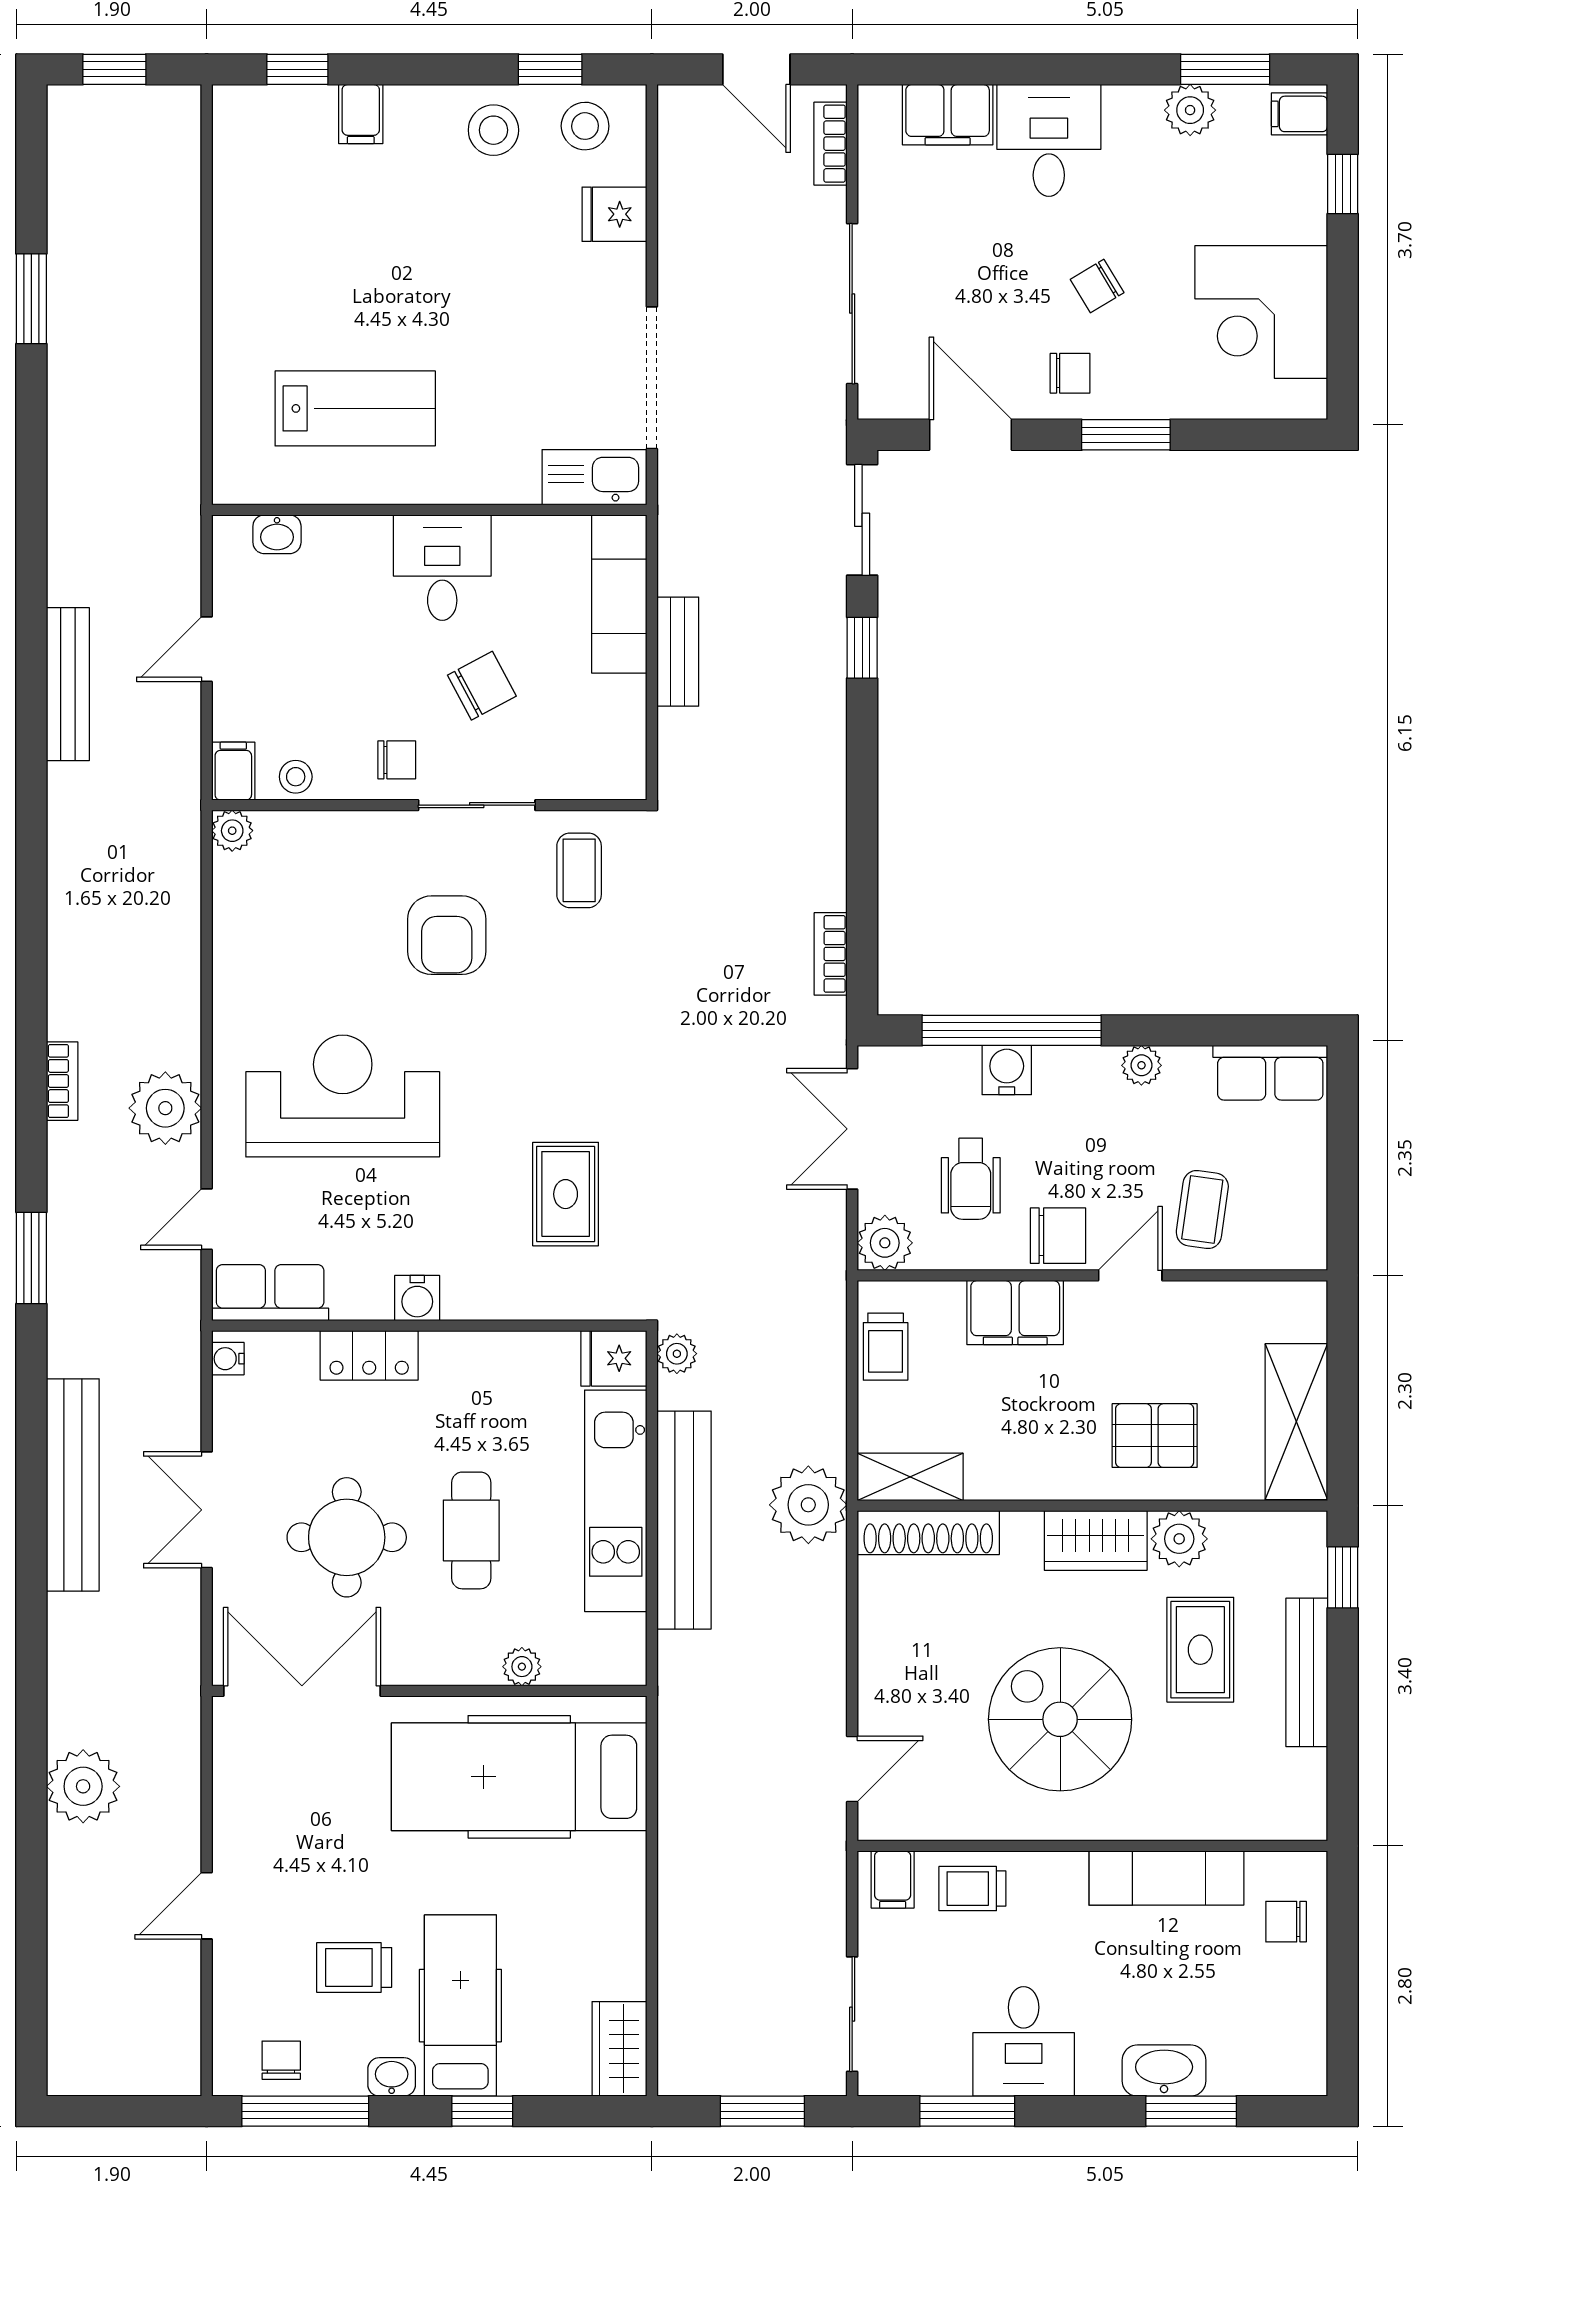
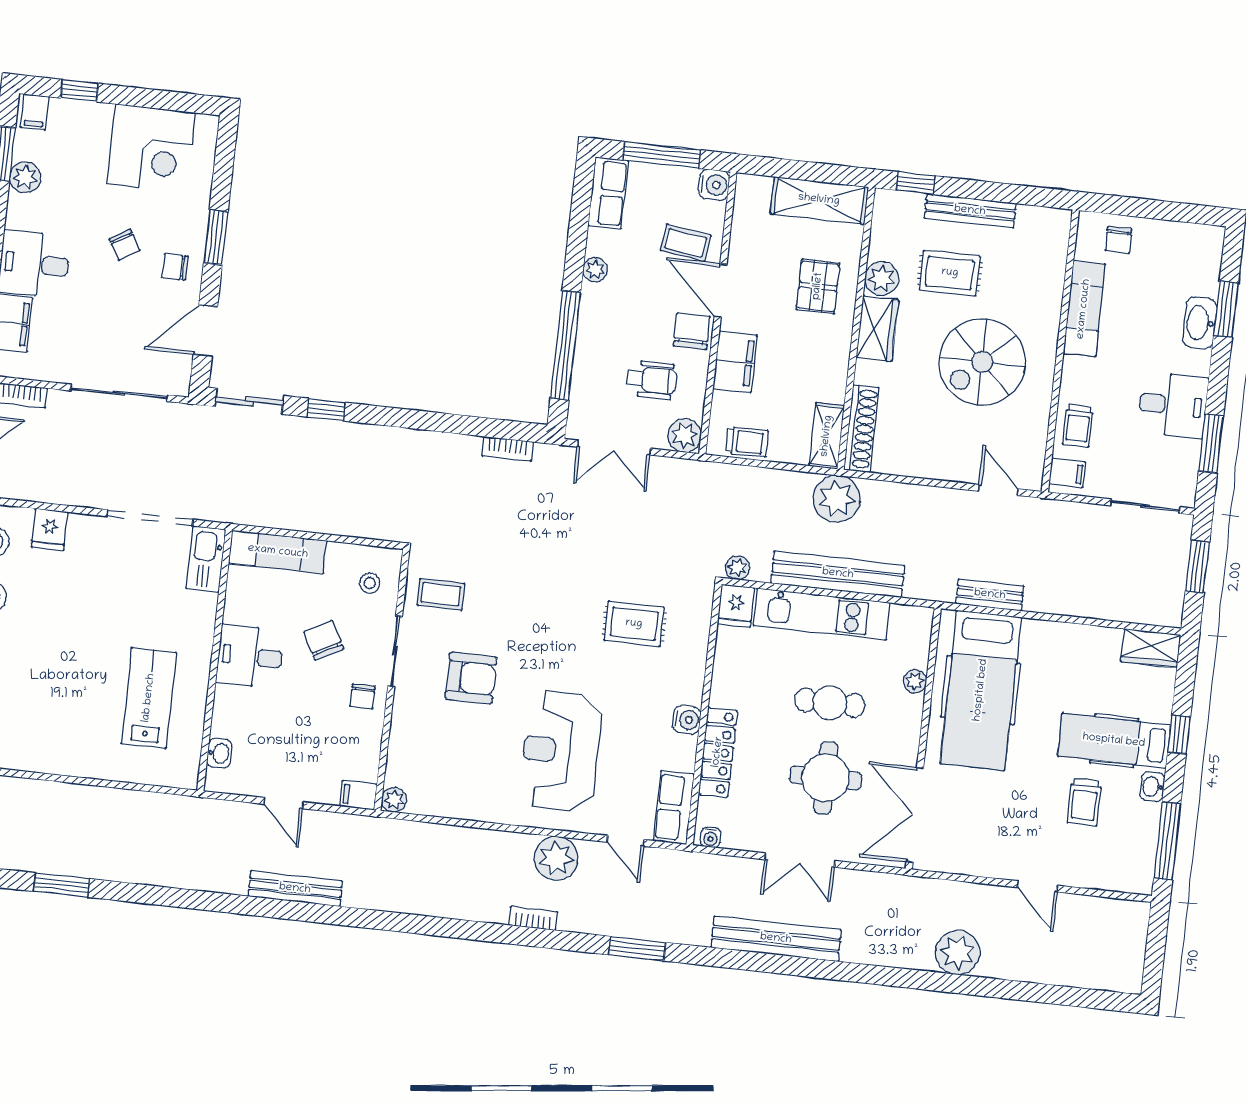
chair: (1070, 373) -> (175, 267), turned -90
bench: (678, 652) -> (990, 595), moved
chair: (397, 760) -> (363, 696), turned 180
stool: (296, 777) -> (370, 583), moved
water cooler: (1007, 1070) -> (714, 185), moved, turned 180
window: (1343, 1154) -> (662, 155), added
door: (1130, 1275) -> (720, 290), width x1.38
locker: (369, 1355) -> (718, 752), width x1.53
chair: (281, 2060) -> (1135, 852), removed

